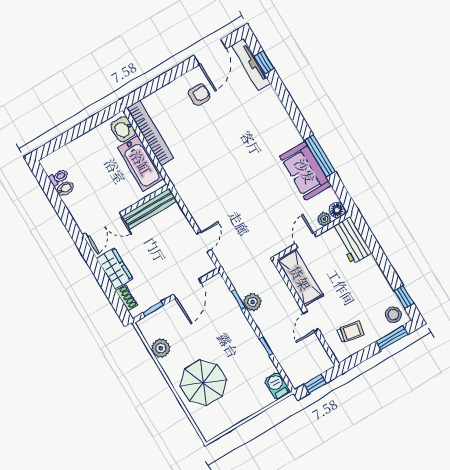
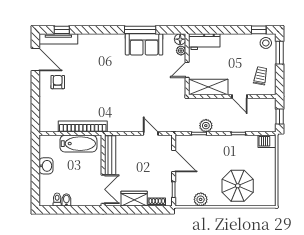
washbasin: (123, 129) -> (46, 166), moved, turned -90
bookcase: (150, 133) -> (83, 126), moved
door: (306, 240) -> (187, 70), hinge flipped

